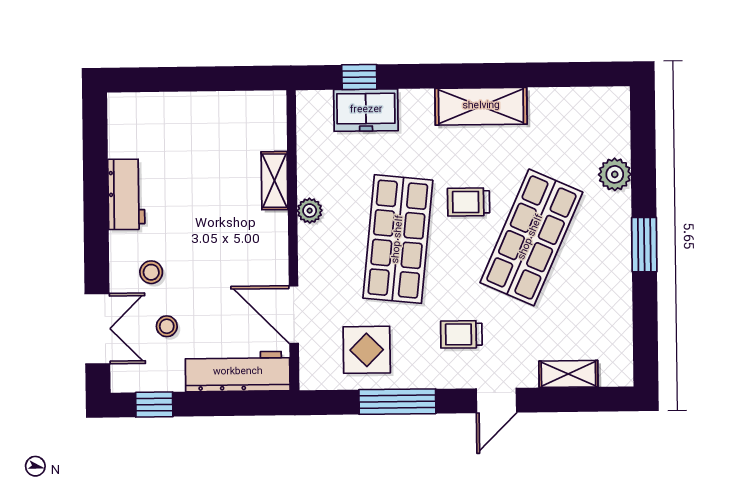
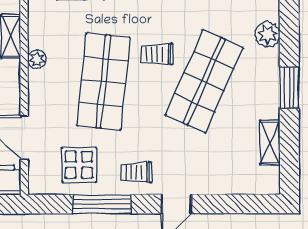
trolley: (461, 334) -> (136, 172), moved
shelving: (568, 374) -> (270, 143), moved, turned 90

